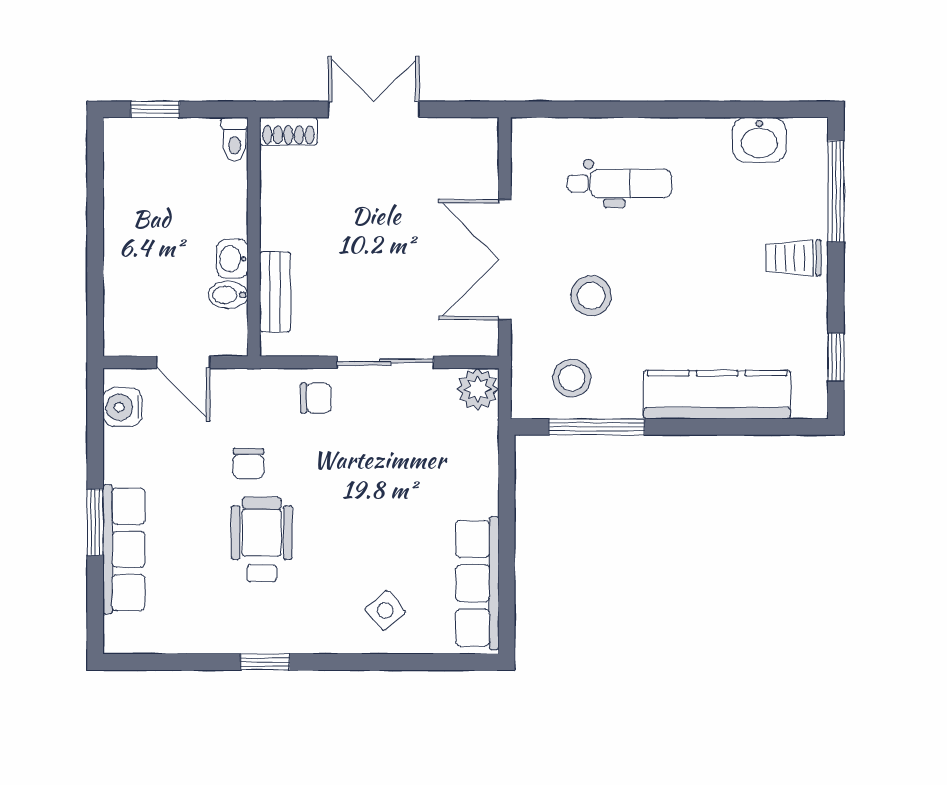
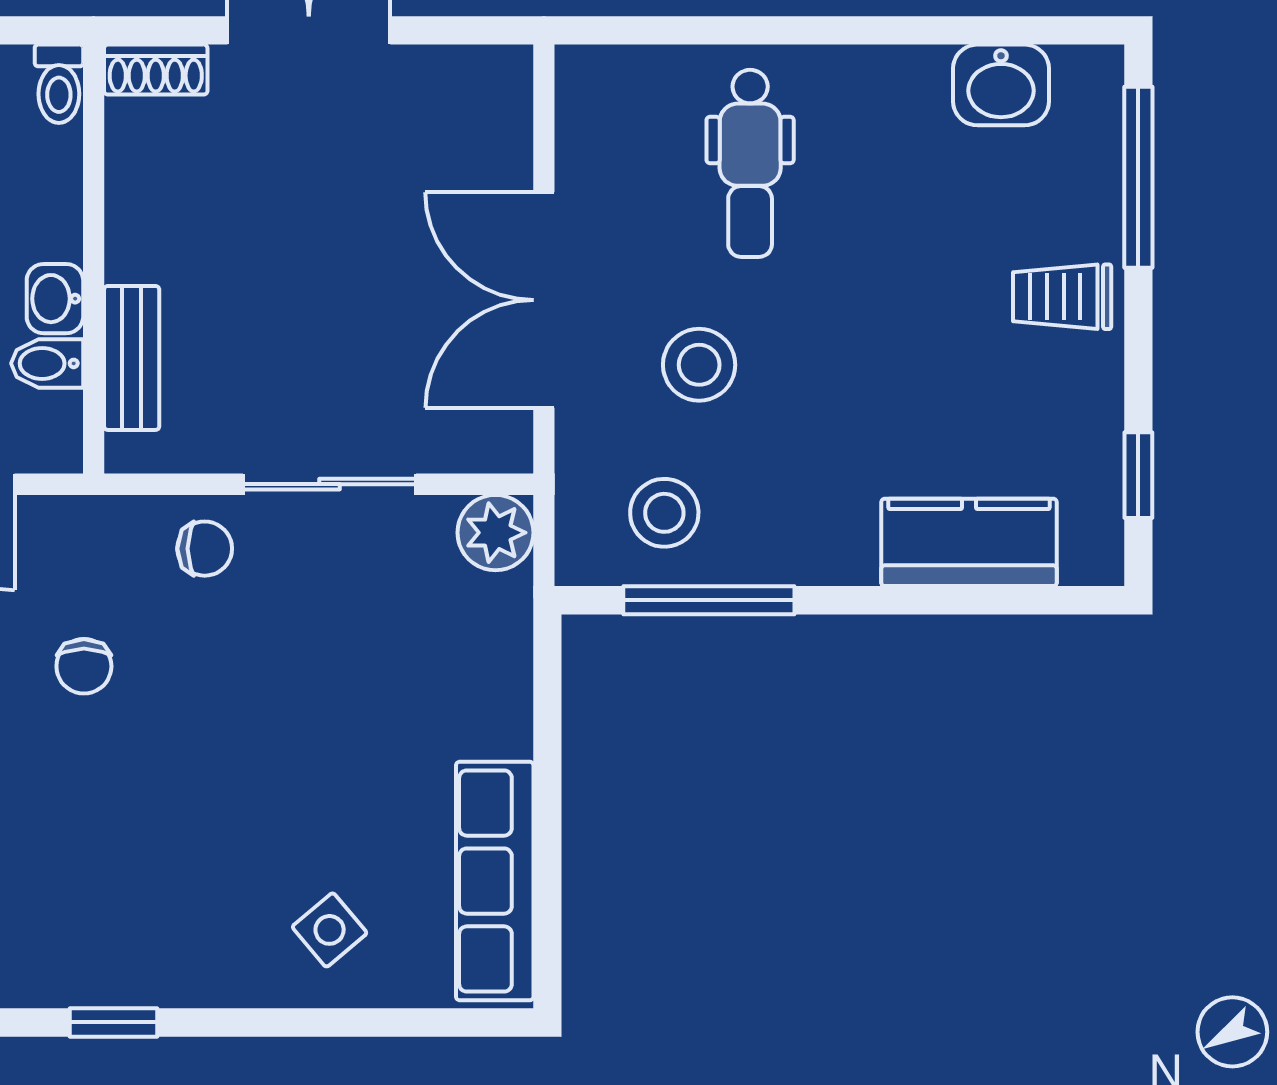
dental chair: (620, 183) -> (750, 163), turned 90
kitchen counter: (717, 395) -> (969, 542), width x0.67
wheelchair: (262, 539) -> (108, 802), removed

